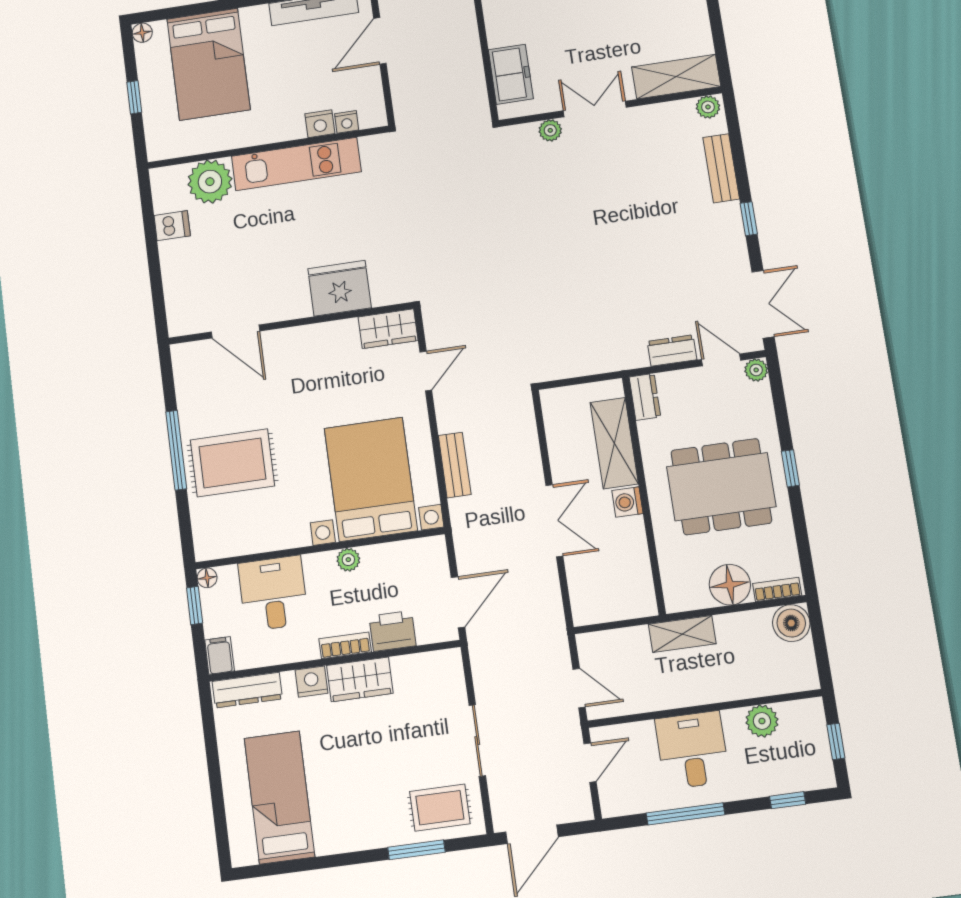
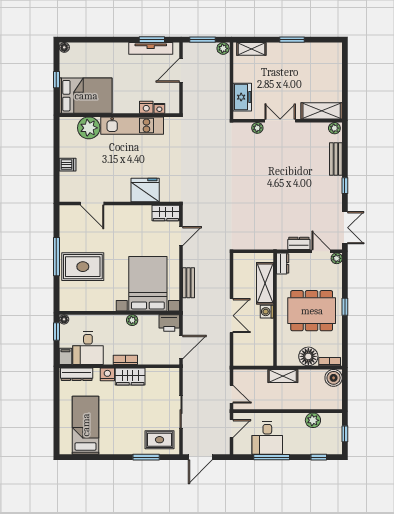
bed: (209, 64) -> (86, 96), moved, turned -90
dishwasher: (172, 226) -> (68, 165), moved
desk: (273, 593) -> (88, 348), moved, turned 180
printer: (392, 631) -> (169, 323), moved, turned 180
desk: (692, 750) -> (267, 438), moved, turned 180

